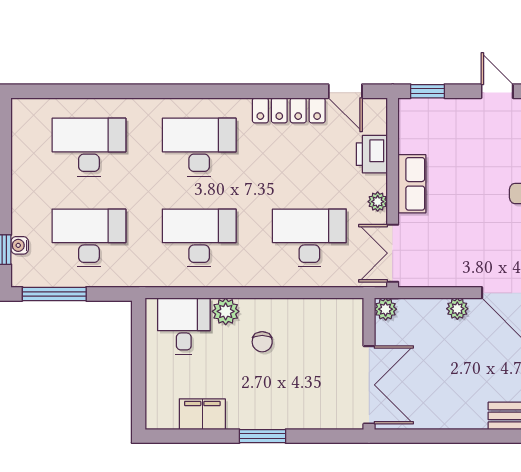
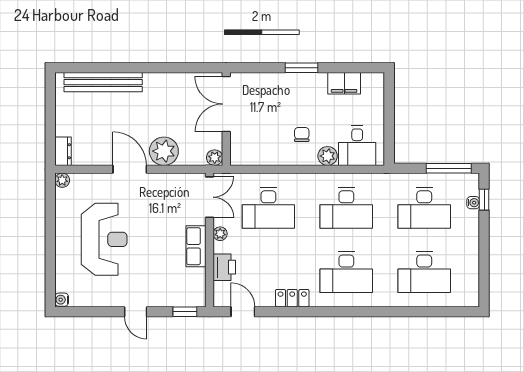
locker: (289, 110) -> (292, 298), width x0.66
plant: (457, 309) -> (164, 151), width x1.87, depth x1.87

